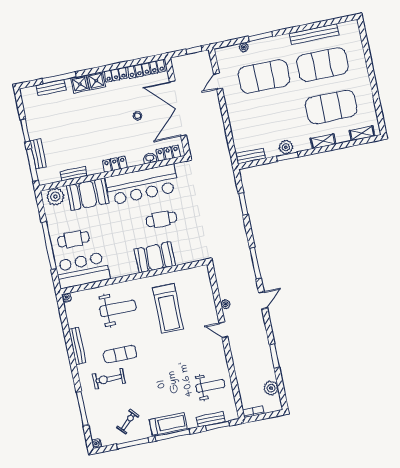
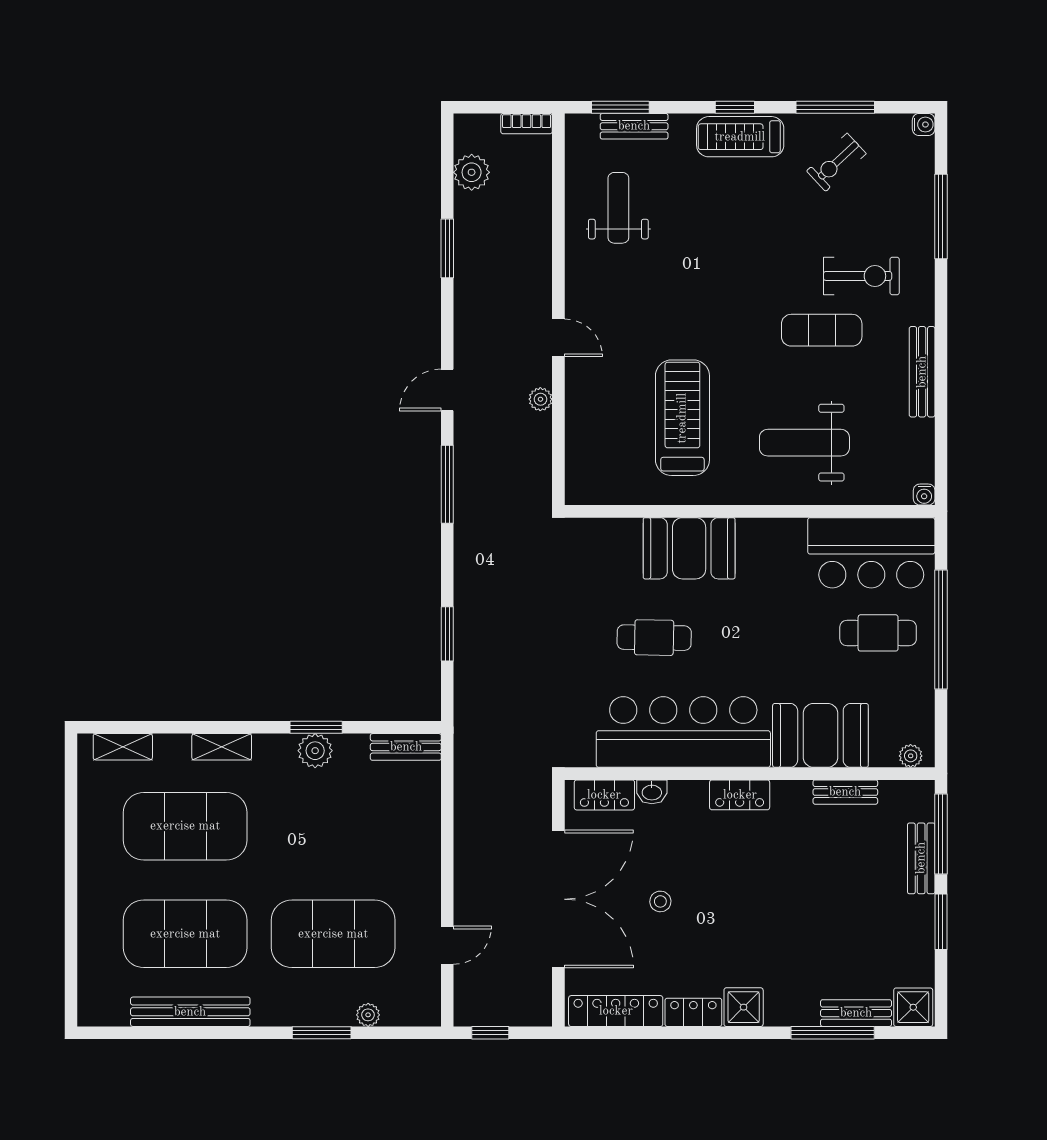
shower: (80, 84) -> (913, 1007), moved
plant: (55, 197) -> (911, 756), width x0.53, depth x0.53
weight bench: (210, 386) -> (618, 208), turned 90
window: (172, 435) -> (735, 107), width x0.46

